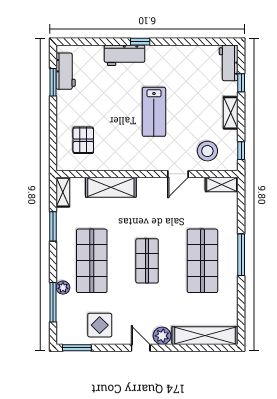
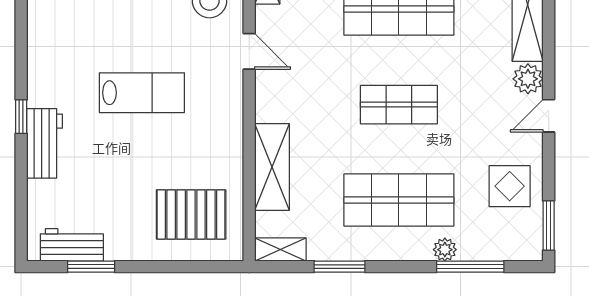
pallet: (83, 140) -> (191, 214), width x1.50, depth x1.42

